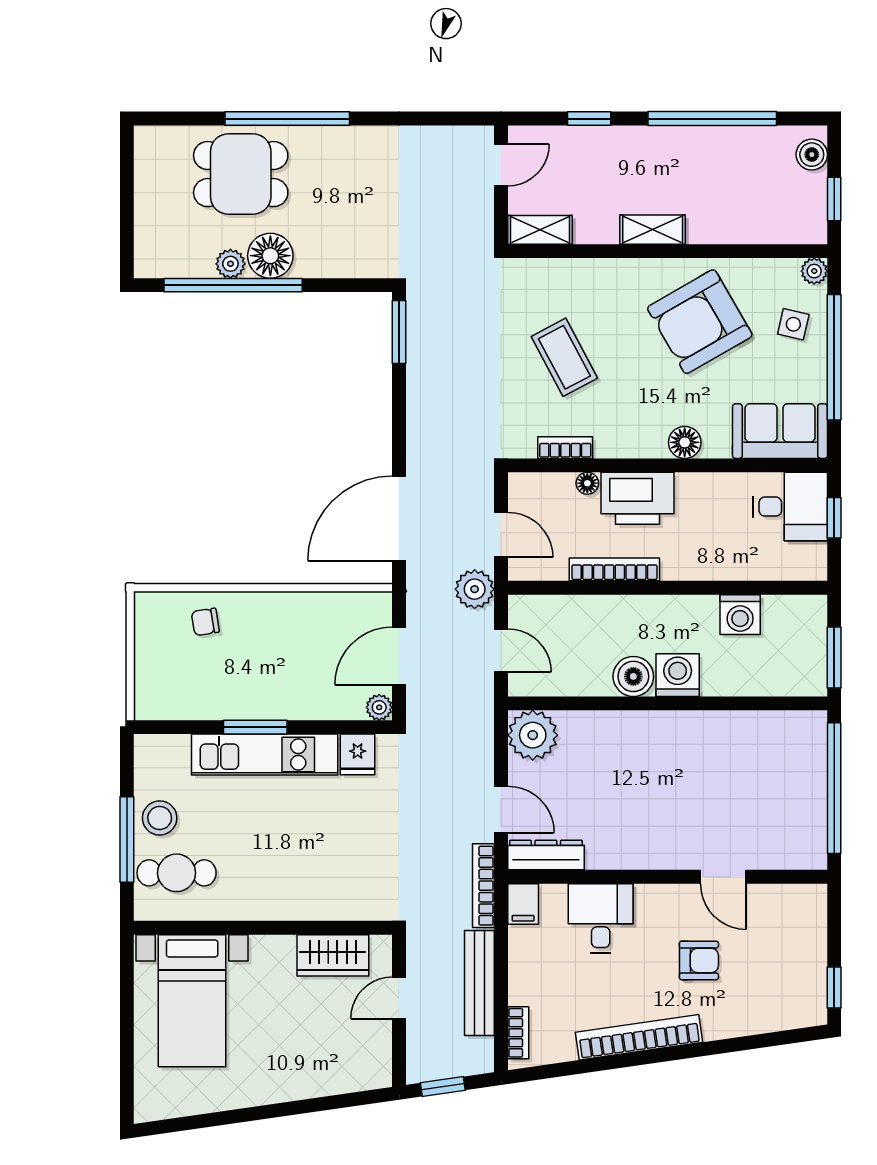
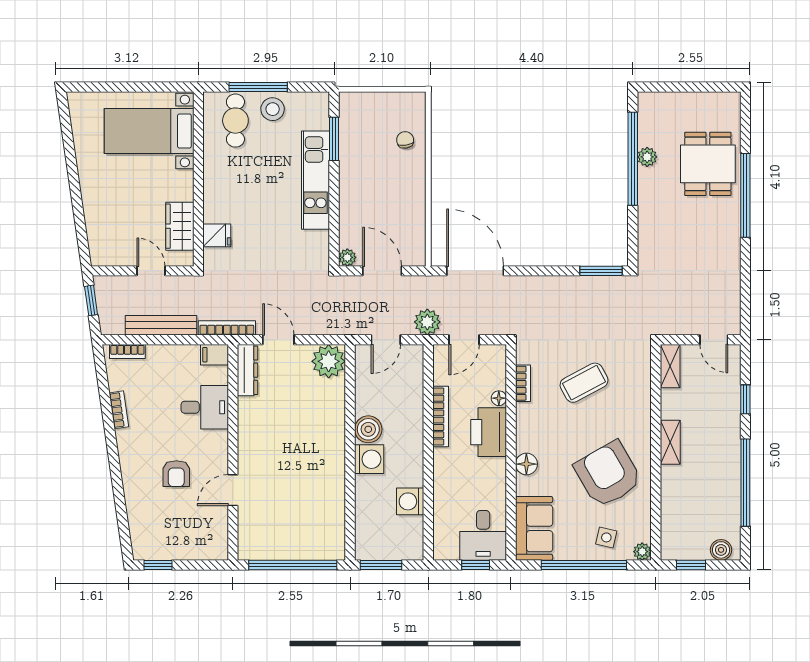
floor lamp: (270, 256) -> (653, 184), removed
window: (255, 727) -> (334, 139), moved
fridge: (358, 754) -> (217, 235), moved, turned 180
door: (501, 809) -> (278, 340), swing flipped
bookcase: (639, 1037) -> (119, 410), width x0.43, depth x0.76

